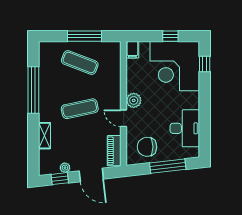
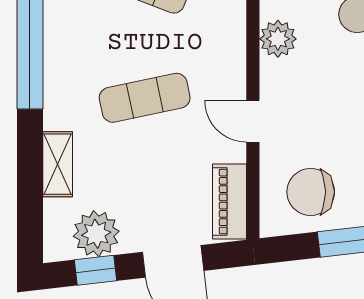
plant: (134, 100) -> (278, 39), moved
plant: (65, 168) -> (96, 234), width x1.88, depth x1.88

